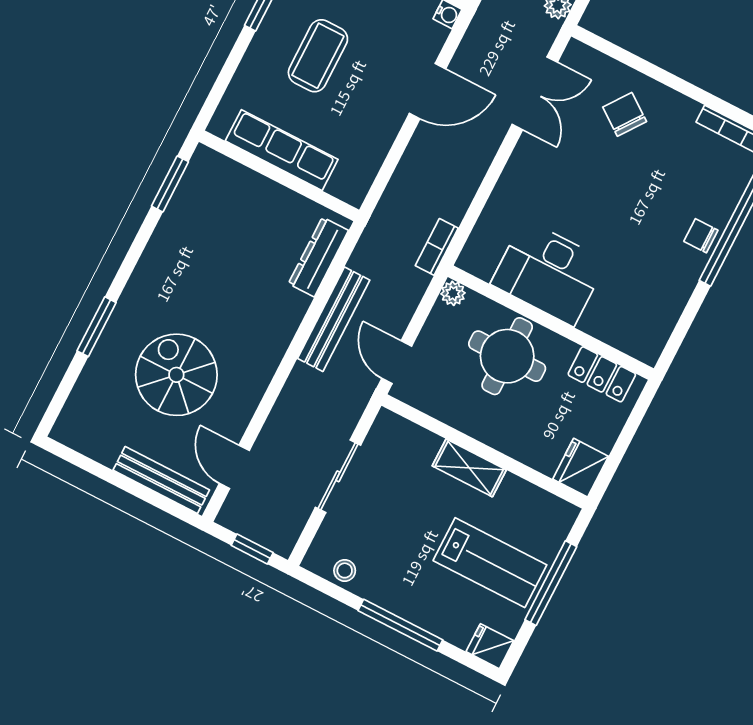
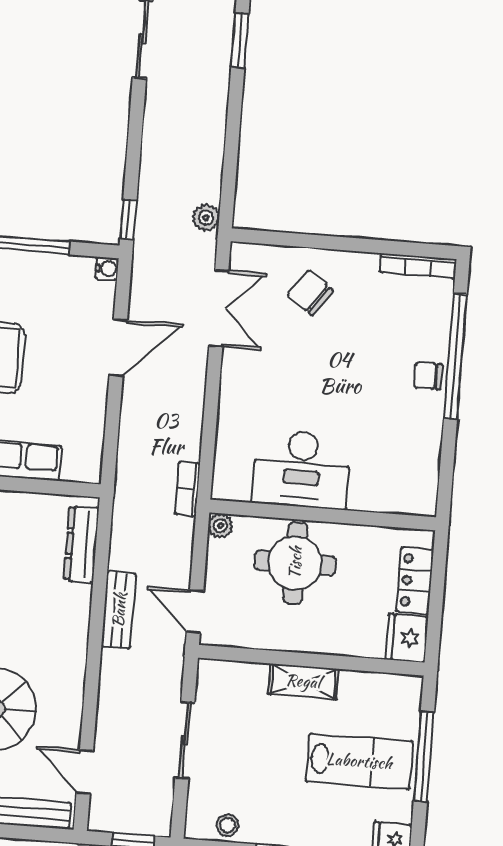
bench: (334, 319) -> (119, 610), width x0.73
locker: (602, 374) -> (415, 580), moved, turned 90

